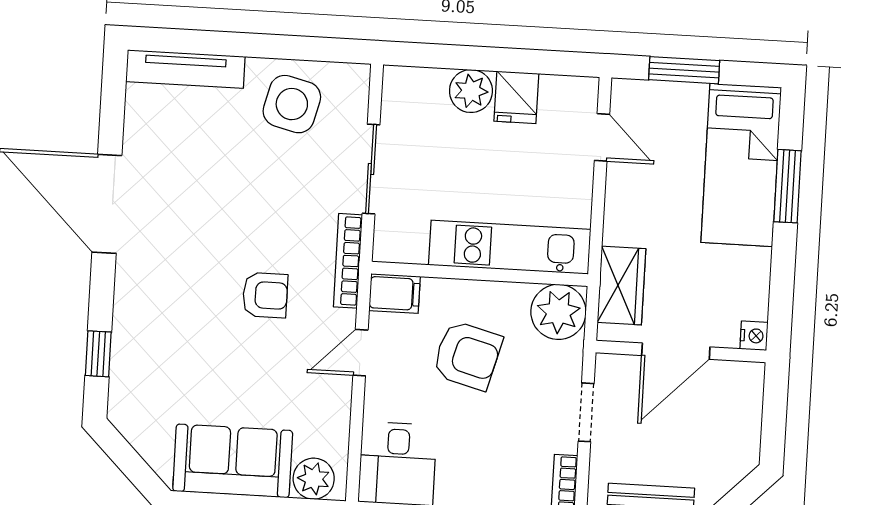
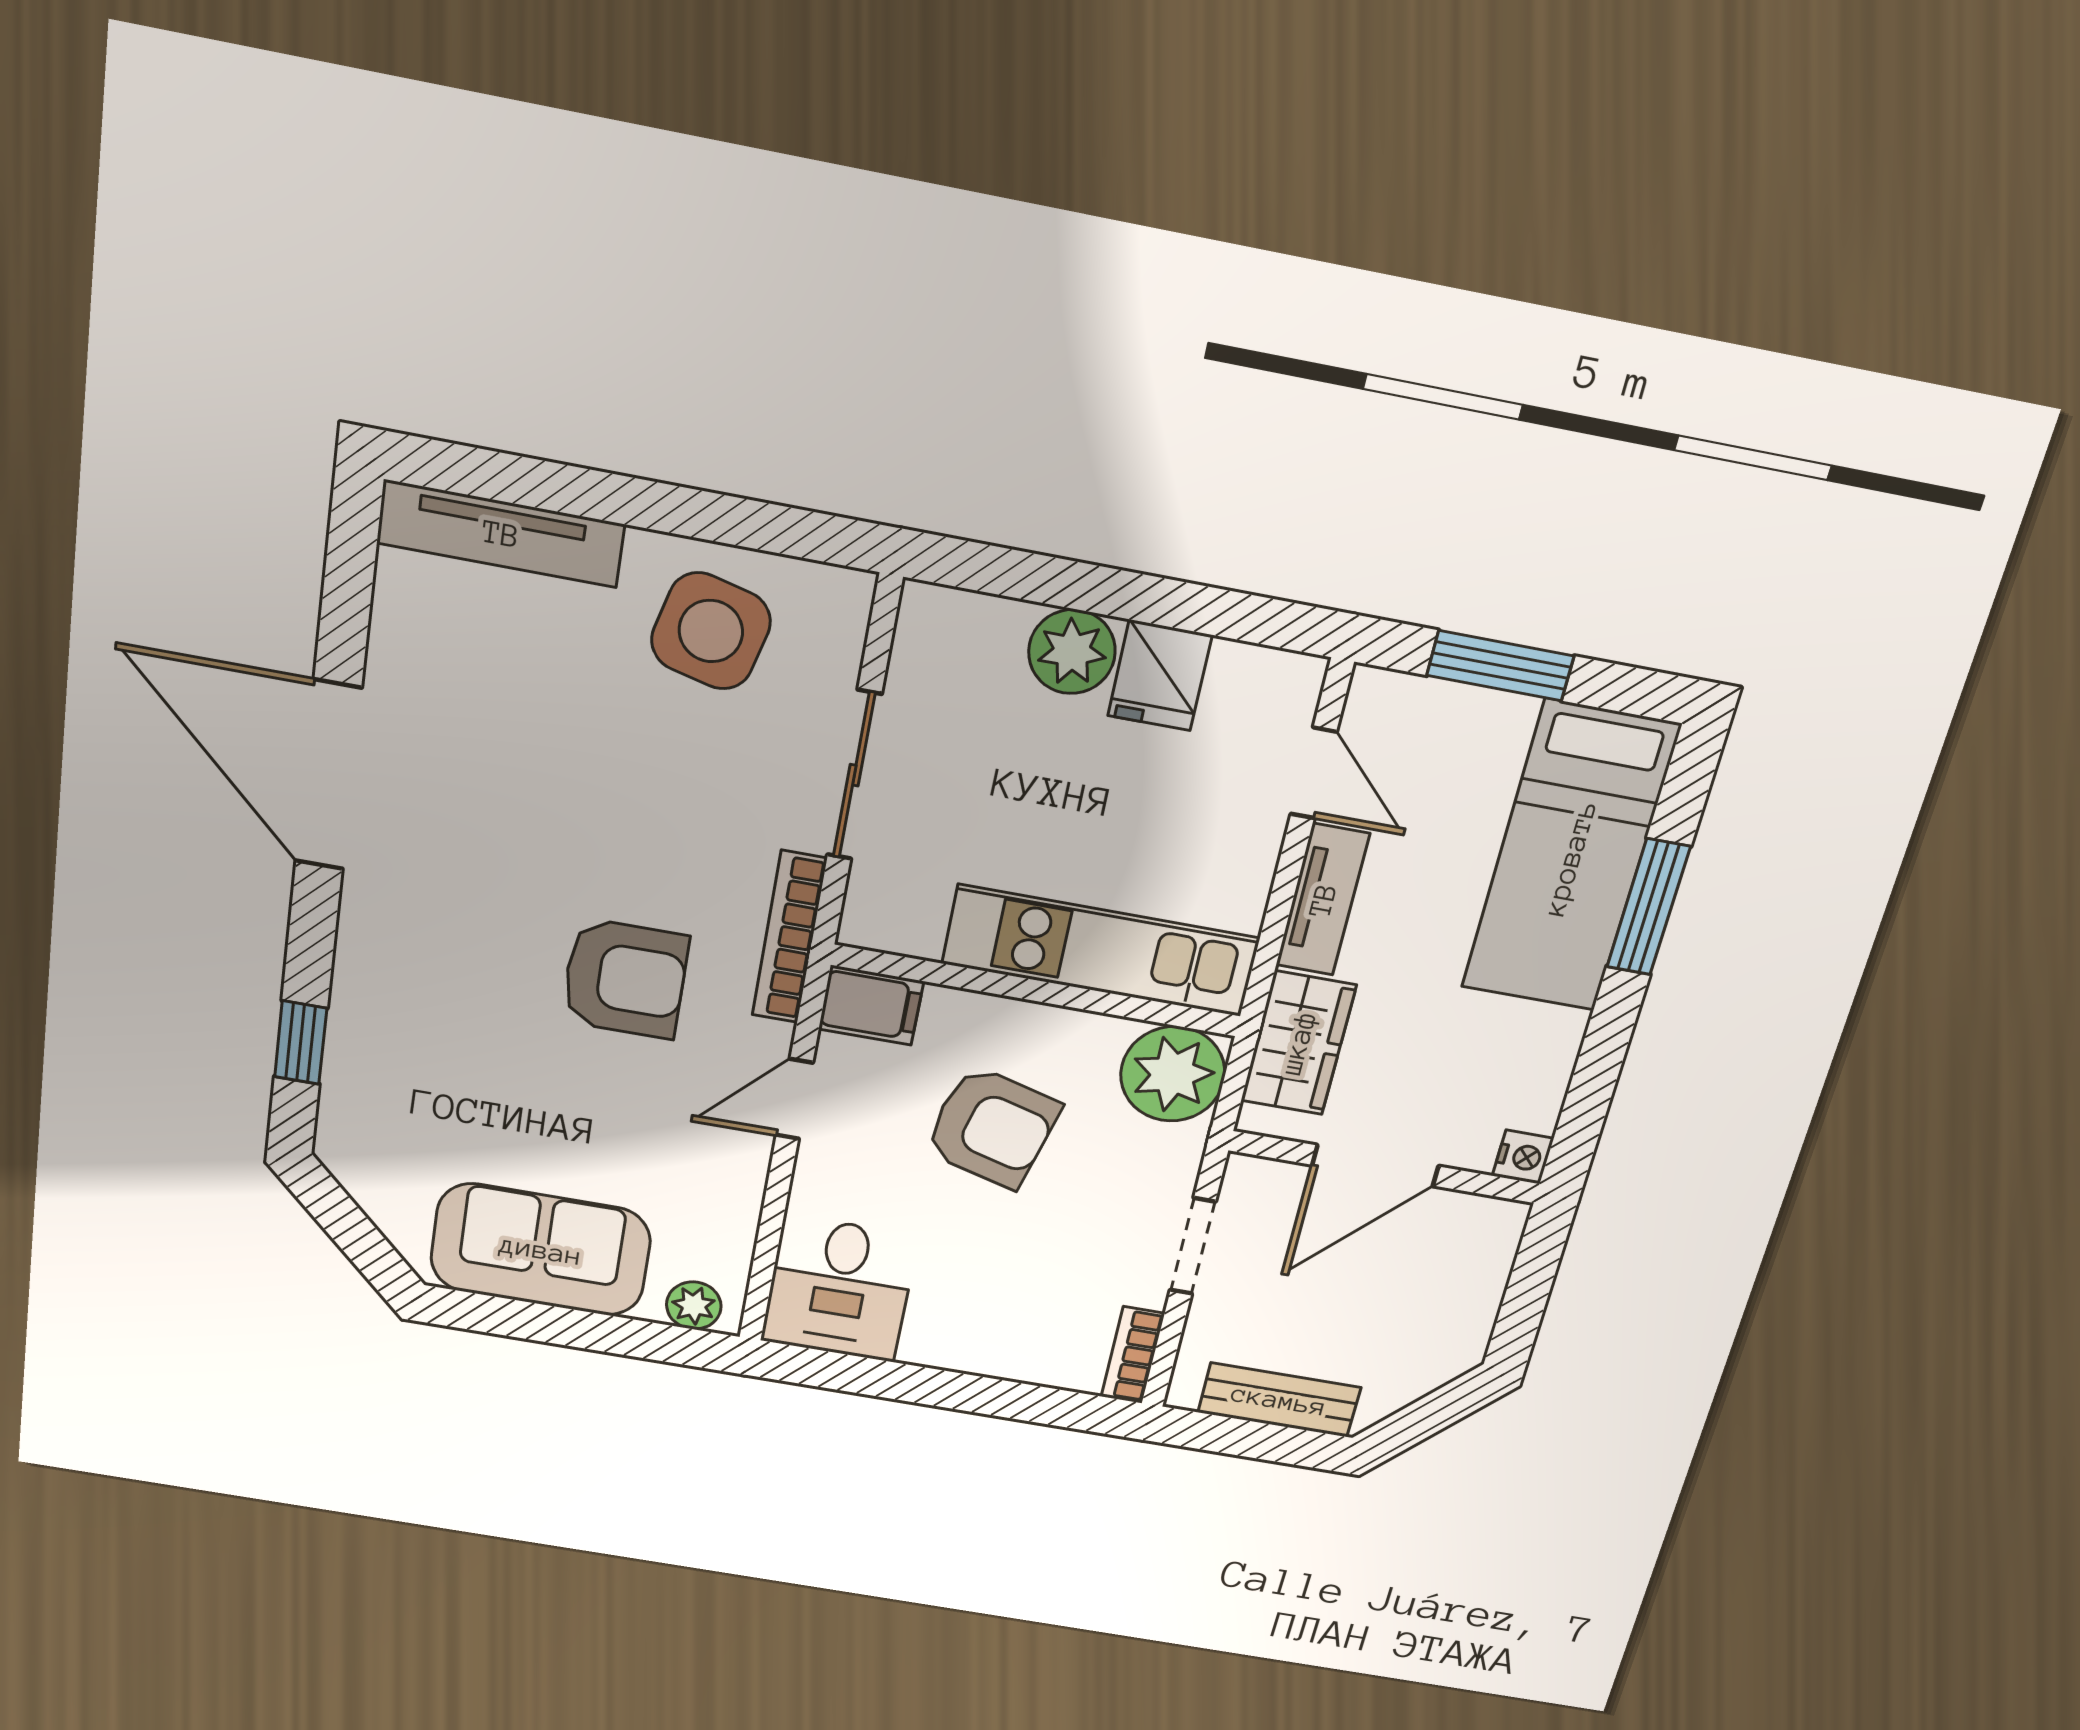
tv unit: (619, 204) -> (1323, 900), added
armchair: (265, 295) -> (625, 979), width x1.38, depth x1.38
plant: (314, 479) -> (694, 1305), width x0.73, depth x0.73

